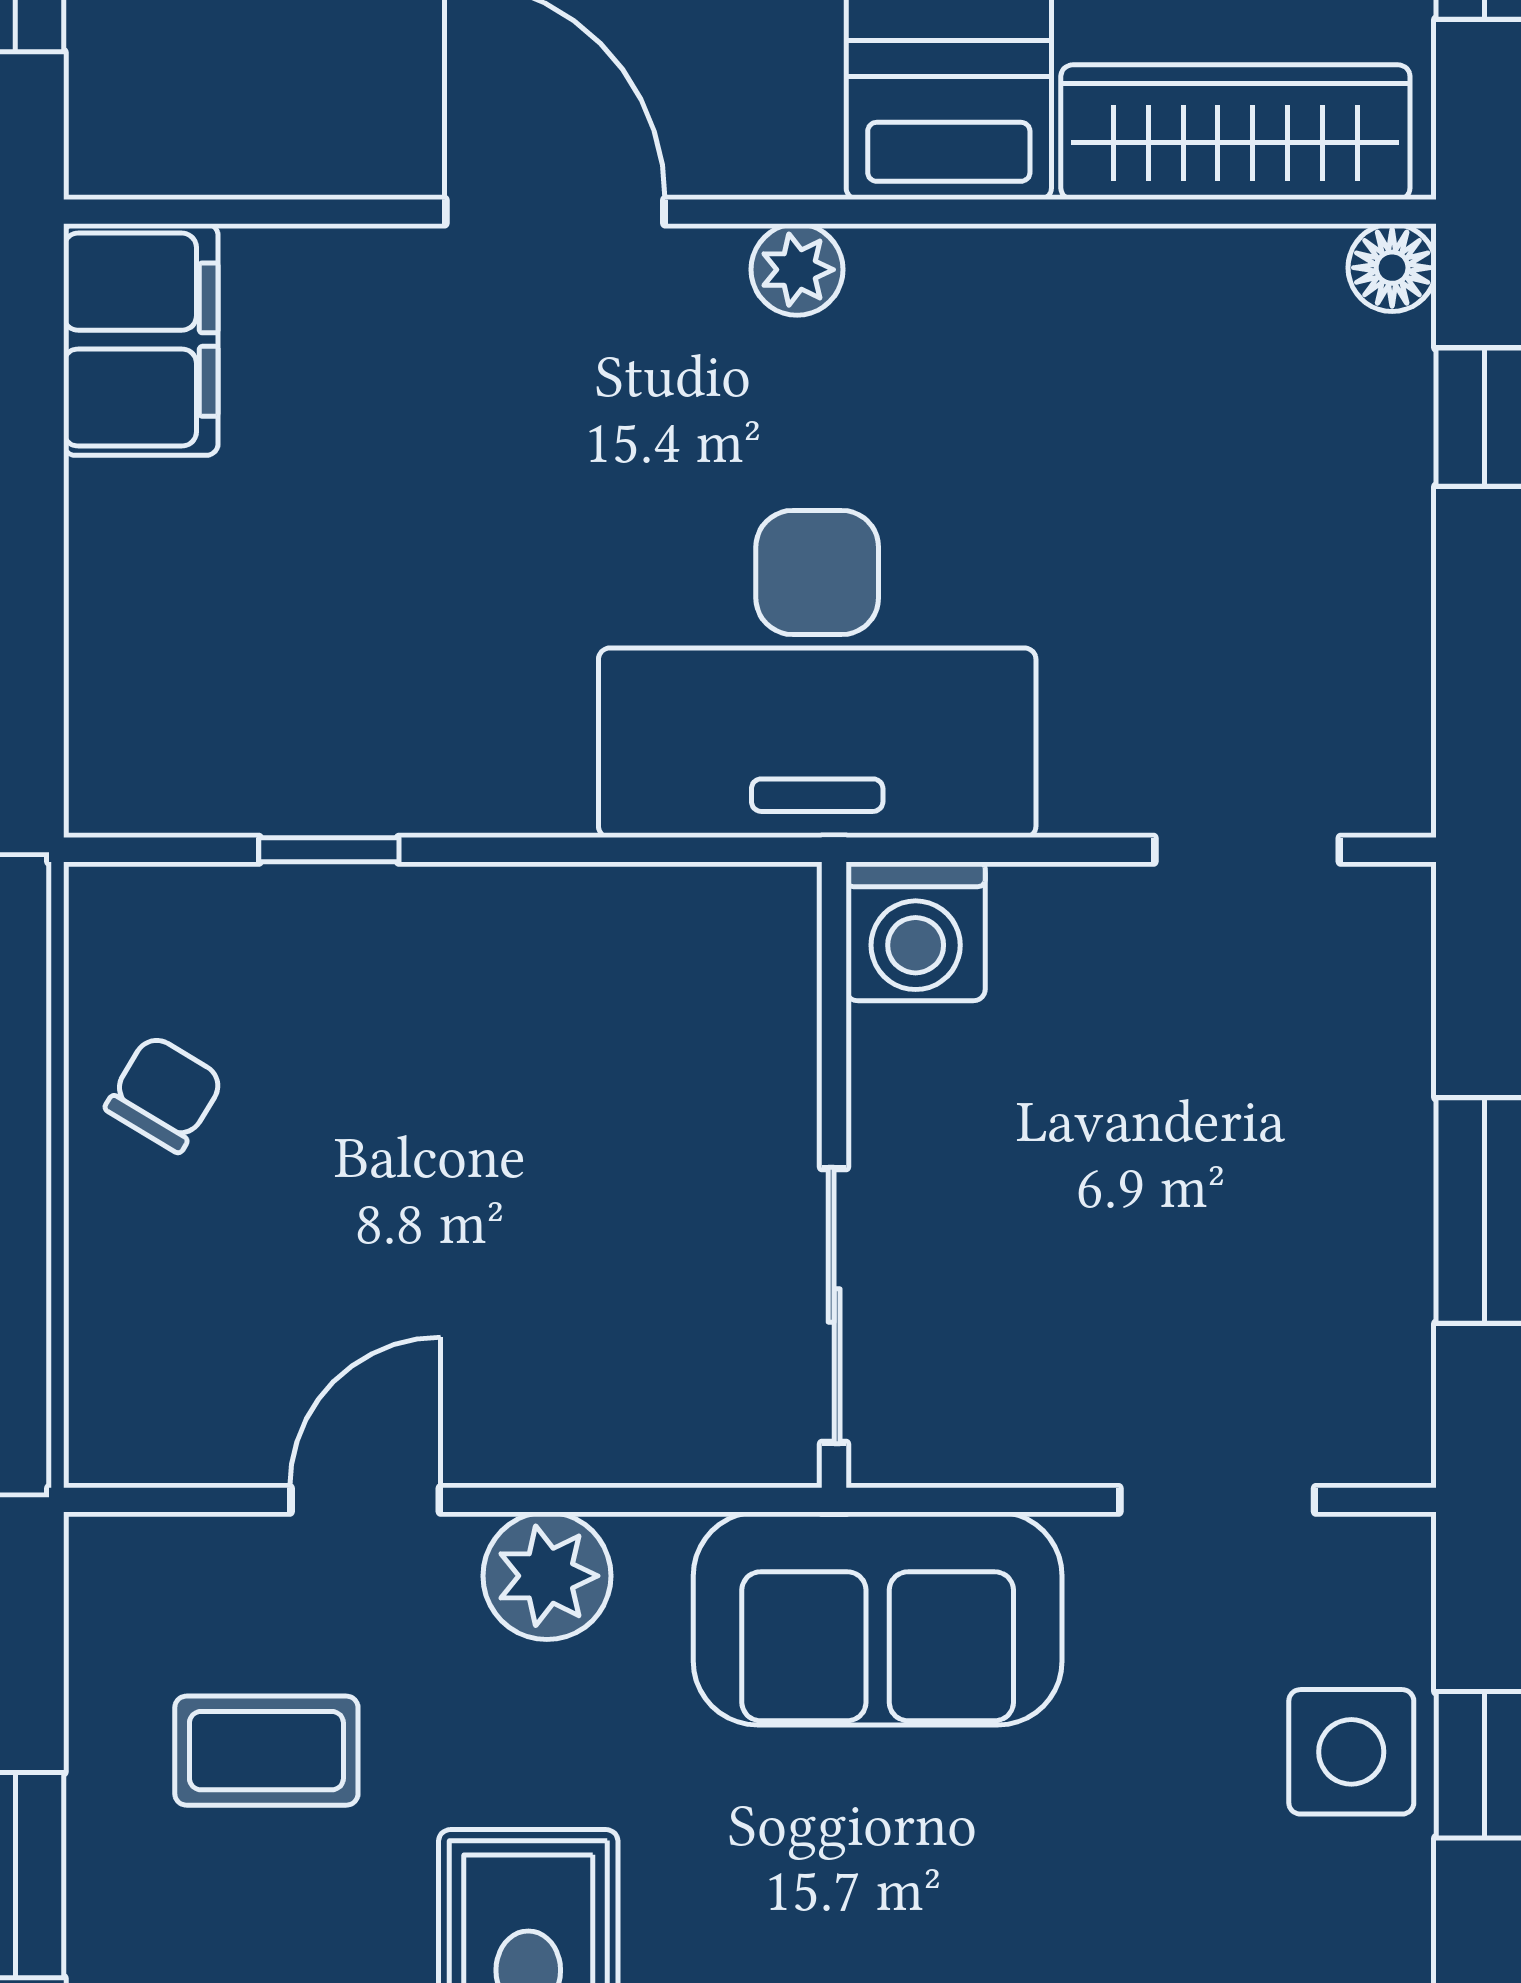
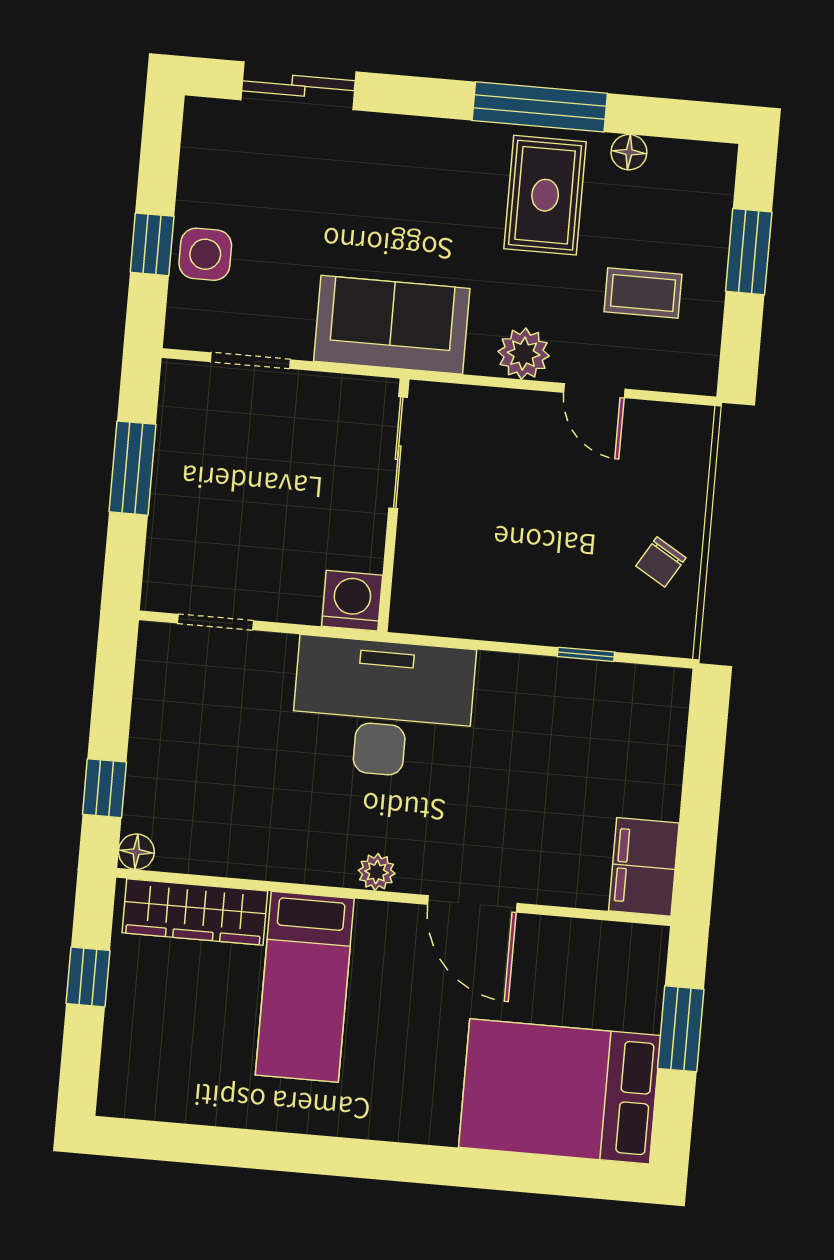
door: (365, 1500) -> (594, 391), hinge flipped

